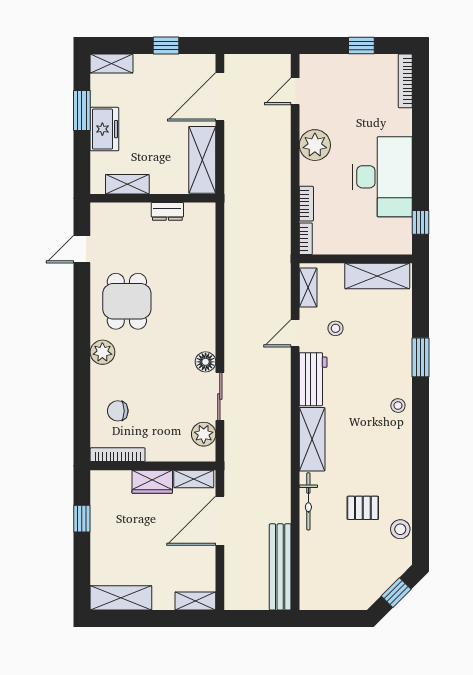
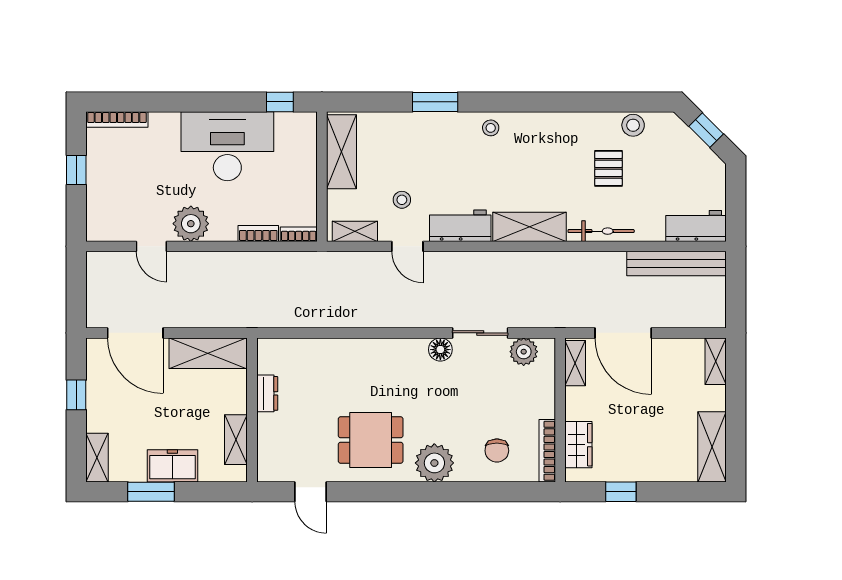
door: (295, 91) -> (151, 246), moved
plant: (102, 352) -> (434, 463), width x1.36, depth x1.36
wardrobe: (152, 482) -> (578, 445), moved
workbench: (313, 584) -> (696, 226), added

